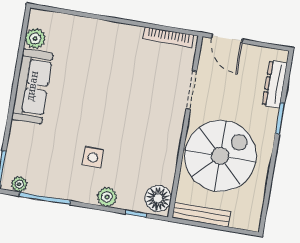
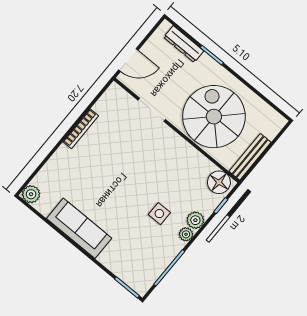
bookcase: (168, 37) -> (81, 129), moved
plant: (35, 38) -> (31, 194), moved
plant: (19, 184) -> (186, 234), moved

